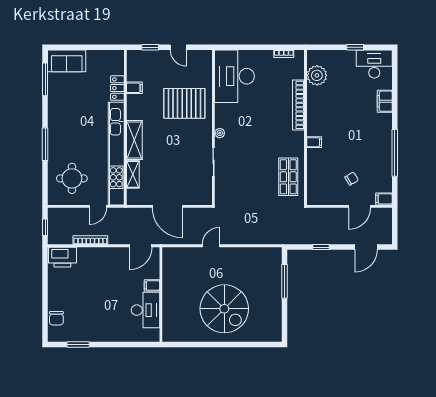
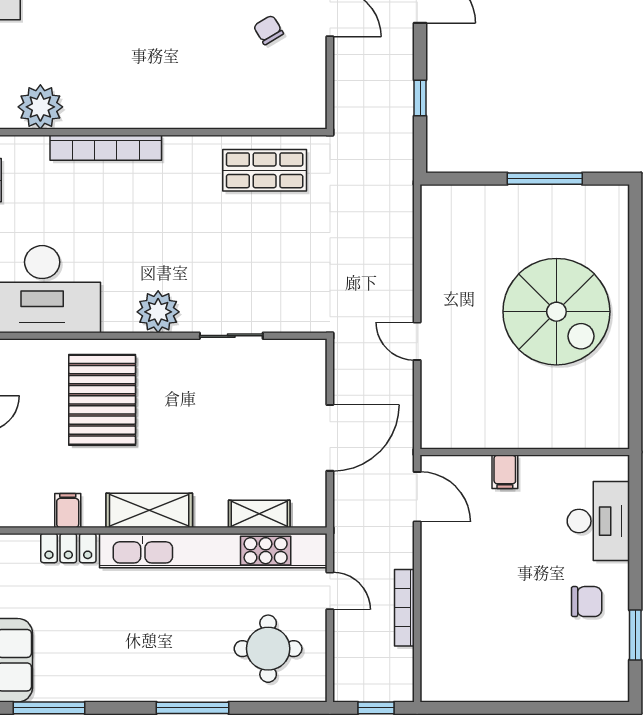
plant: (220, 133) -> (158, 312), width x1.87, depth x1.87
shelving: (134, 140) -> (149, 510), moved
filing cabinet: (314, 142) -> (188, 113), removed
printer: (62, 257) -> (442, 670), removed
window: (284, 281) -> (545, 179), moved
spiral stairs: (224, 309) -> (556, 312), turned 90
desk: (145, 310) -> (598, 521), moved, turned 90
chair: (56, 318) -> (587, 602), moved

